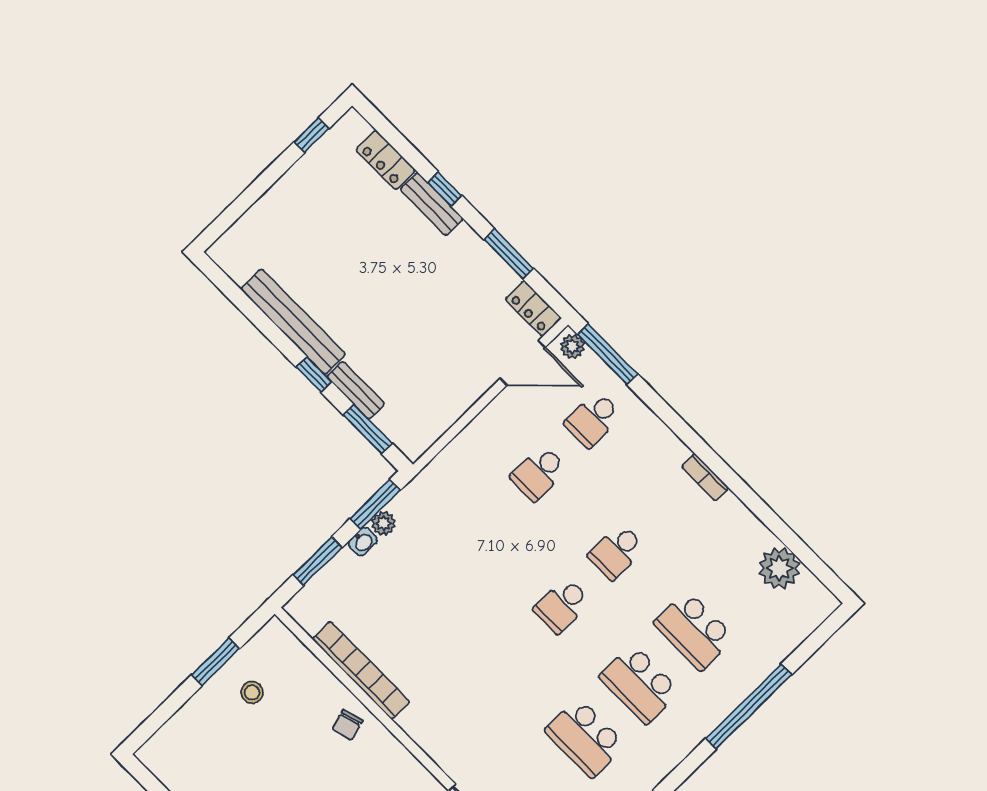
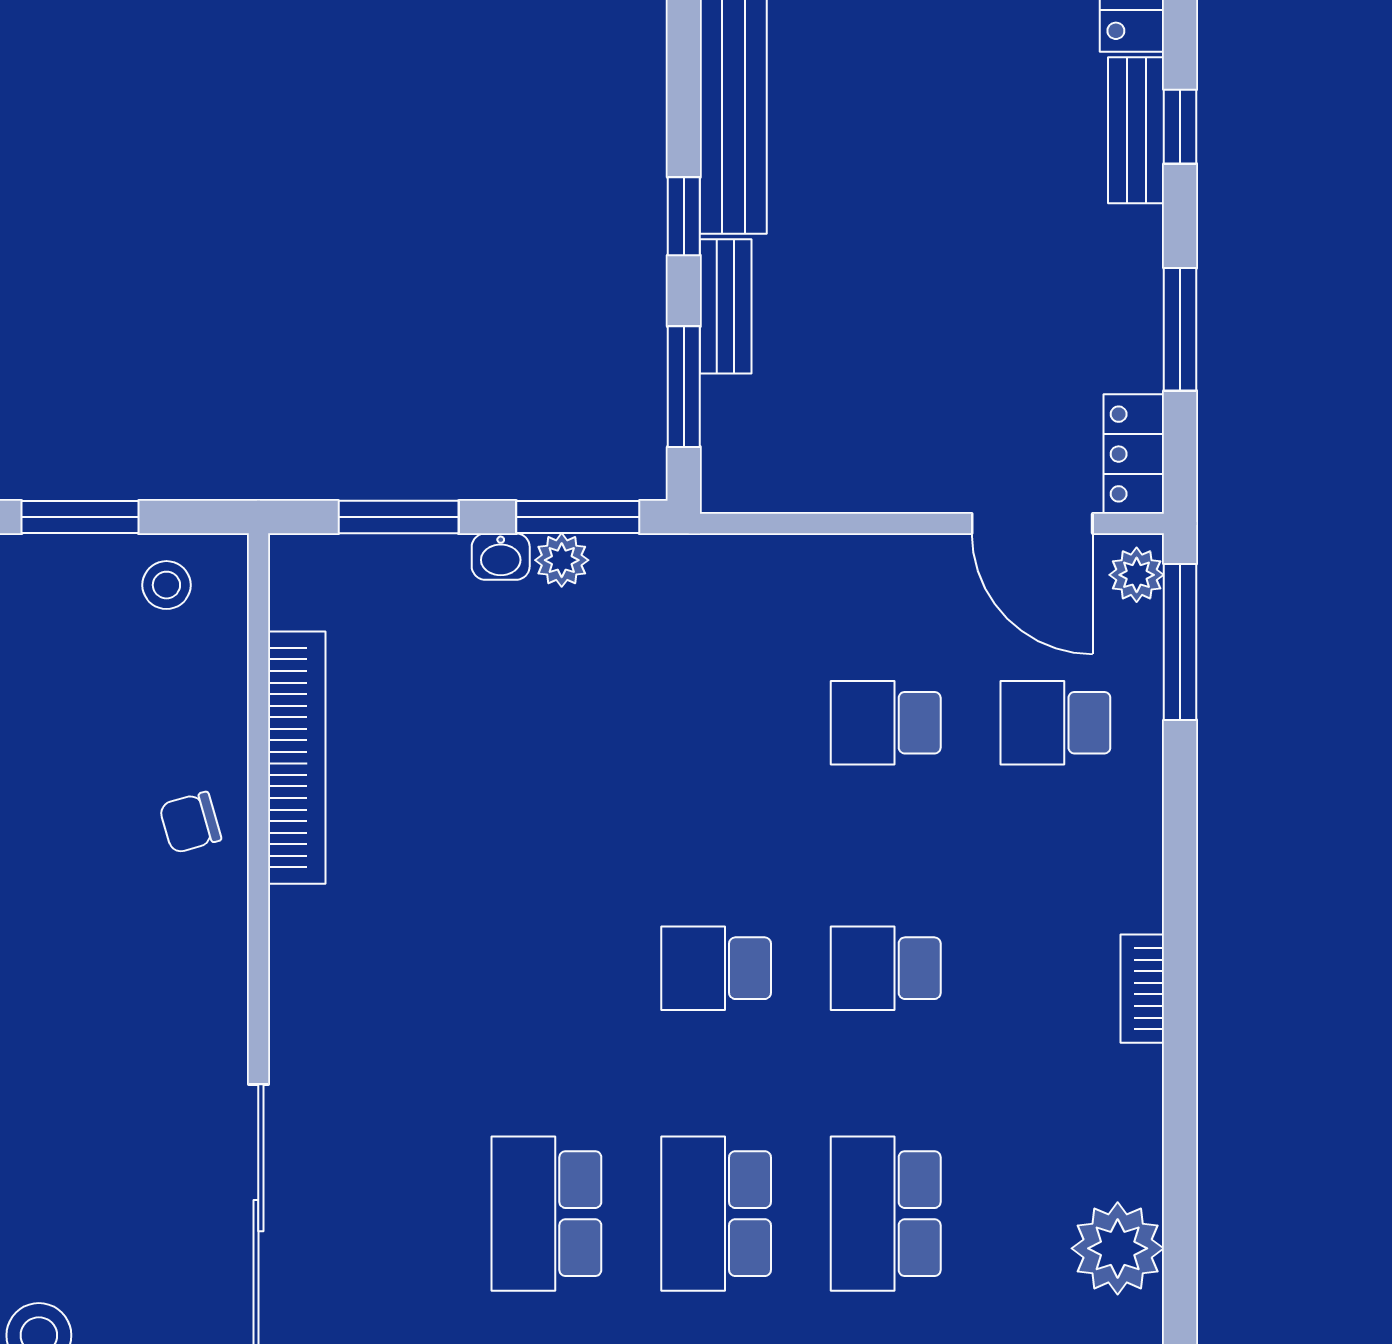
stool: (252, 692) -> (166, 585), moved

